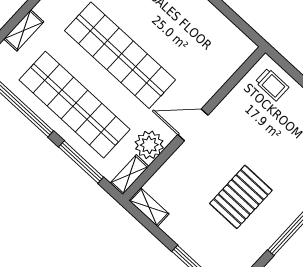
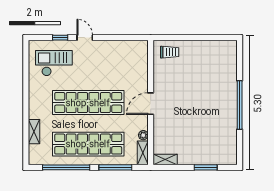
plant: (149, 145) -> (143, 135), width x0.53, depth x0.53
pallet: (241, 197) -> (203, 116), removed

